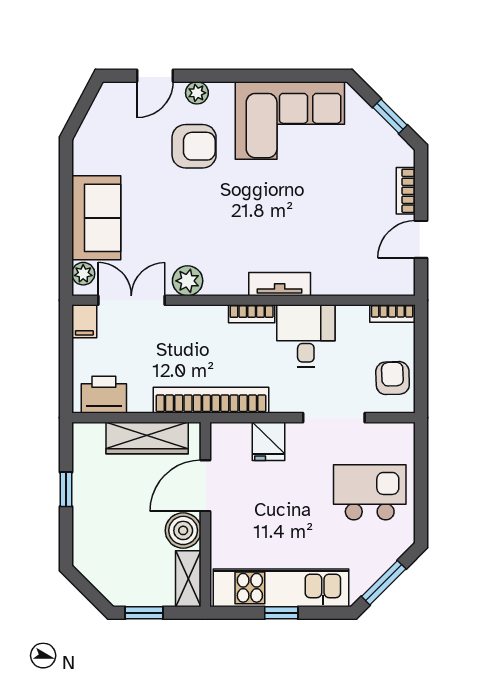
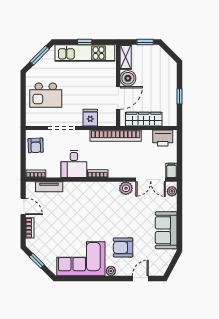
plant: (197, 93) -> (111, 271), moved
sofa: (96, 218) -> (166, 230), moved
door: (421, 239) -> (23, 206), hinge flipped
tv unit: (280, 284) -> (49, 187), moved

